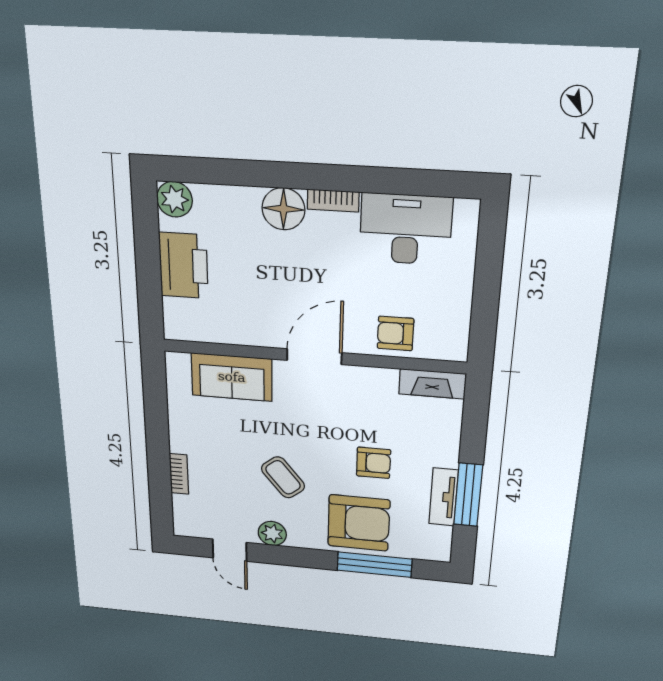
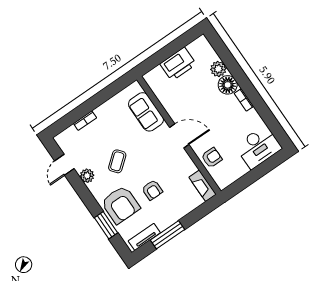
plant: (174, 199) -> (218, 69), moved
desk: (406, 229) -> (258, 147), moved, turned 90
armchair: (395, 333) -> (212, 158), turned 90
tv unit: (444, 497) -> (144, 237), moved
window: (374, 565) -> (106, 225), width x0.69

